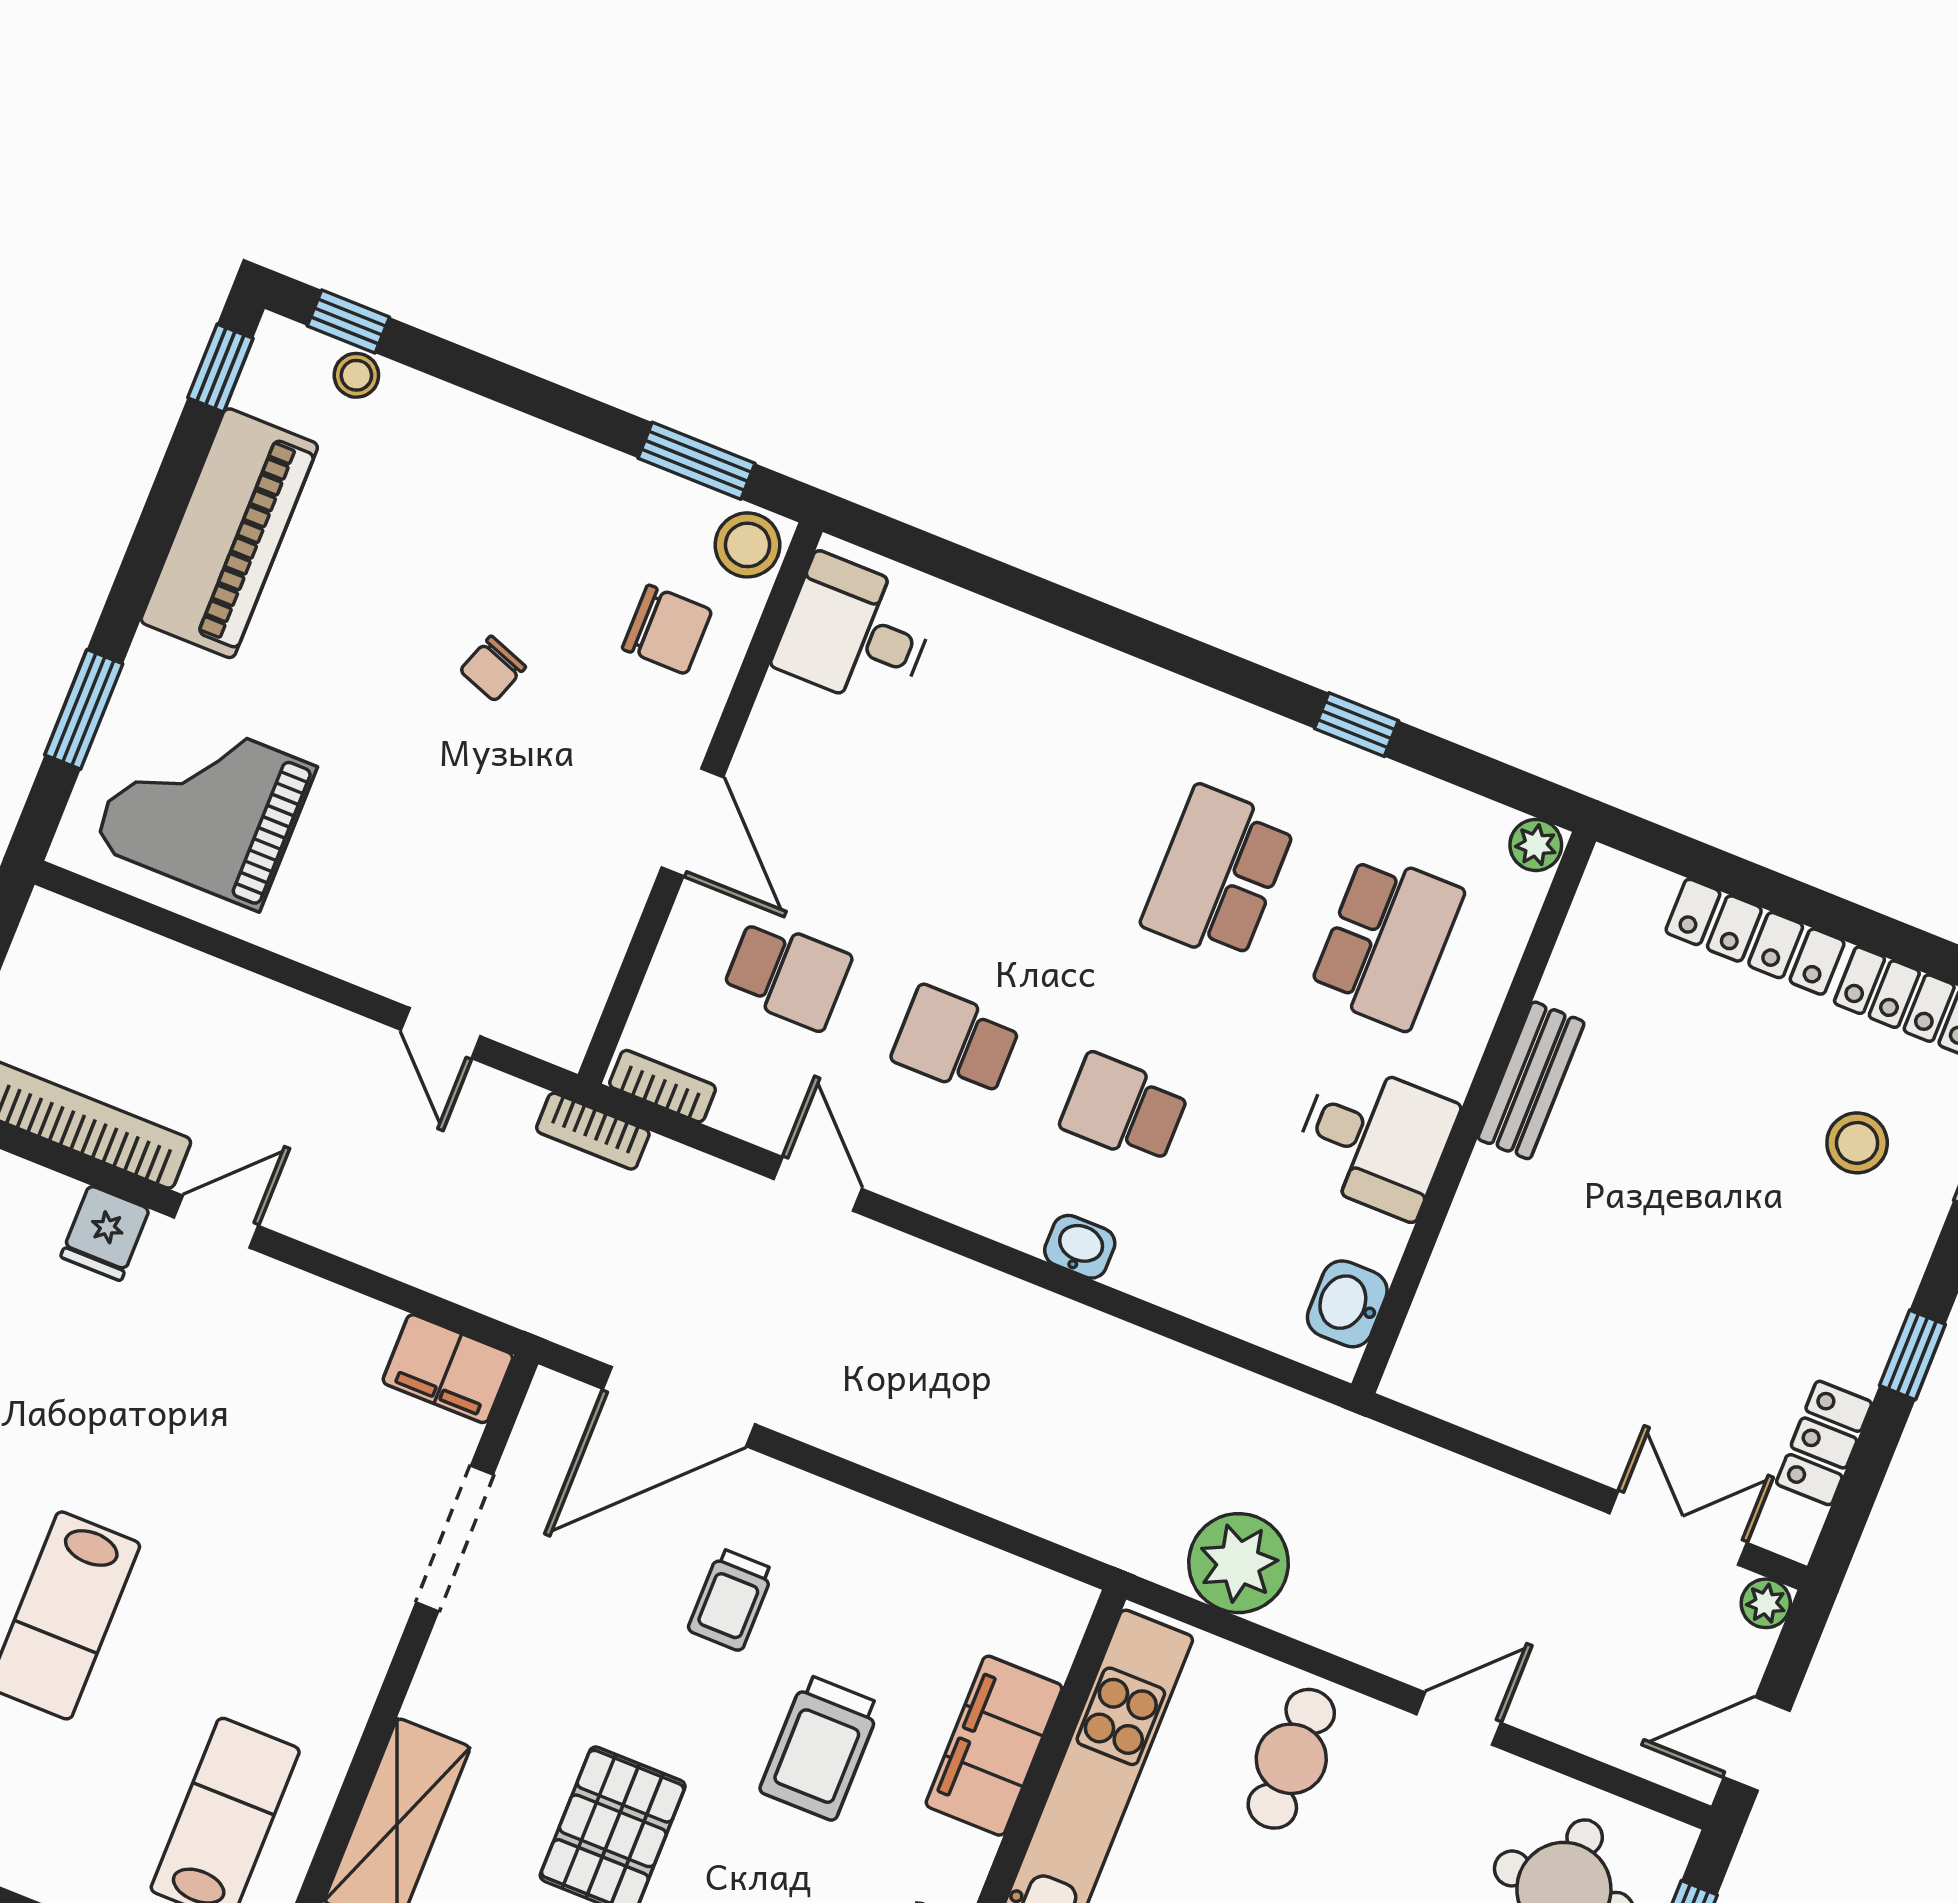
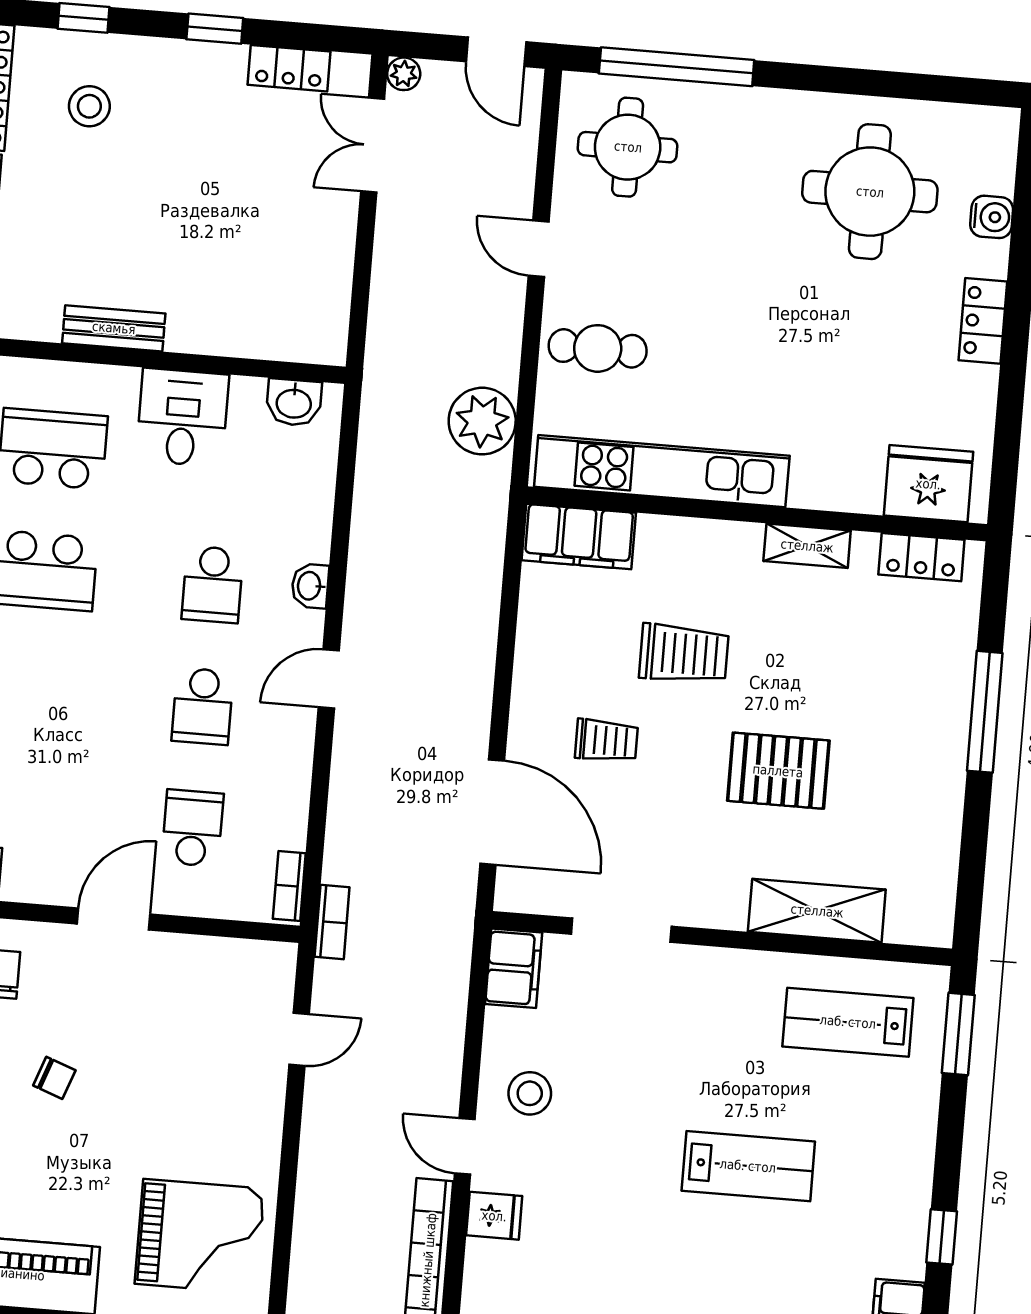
grand piano: (204, 806) -> (200, 1236), turned -90
door: (818, 1184) -> (329, 679), moved
stool: (263, 1337) -> (530, 1093), added
filing cabinet: (994, 1746) -> (579, 537), moved

